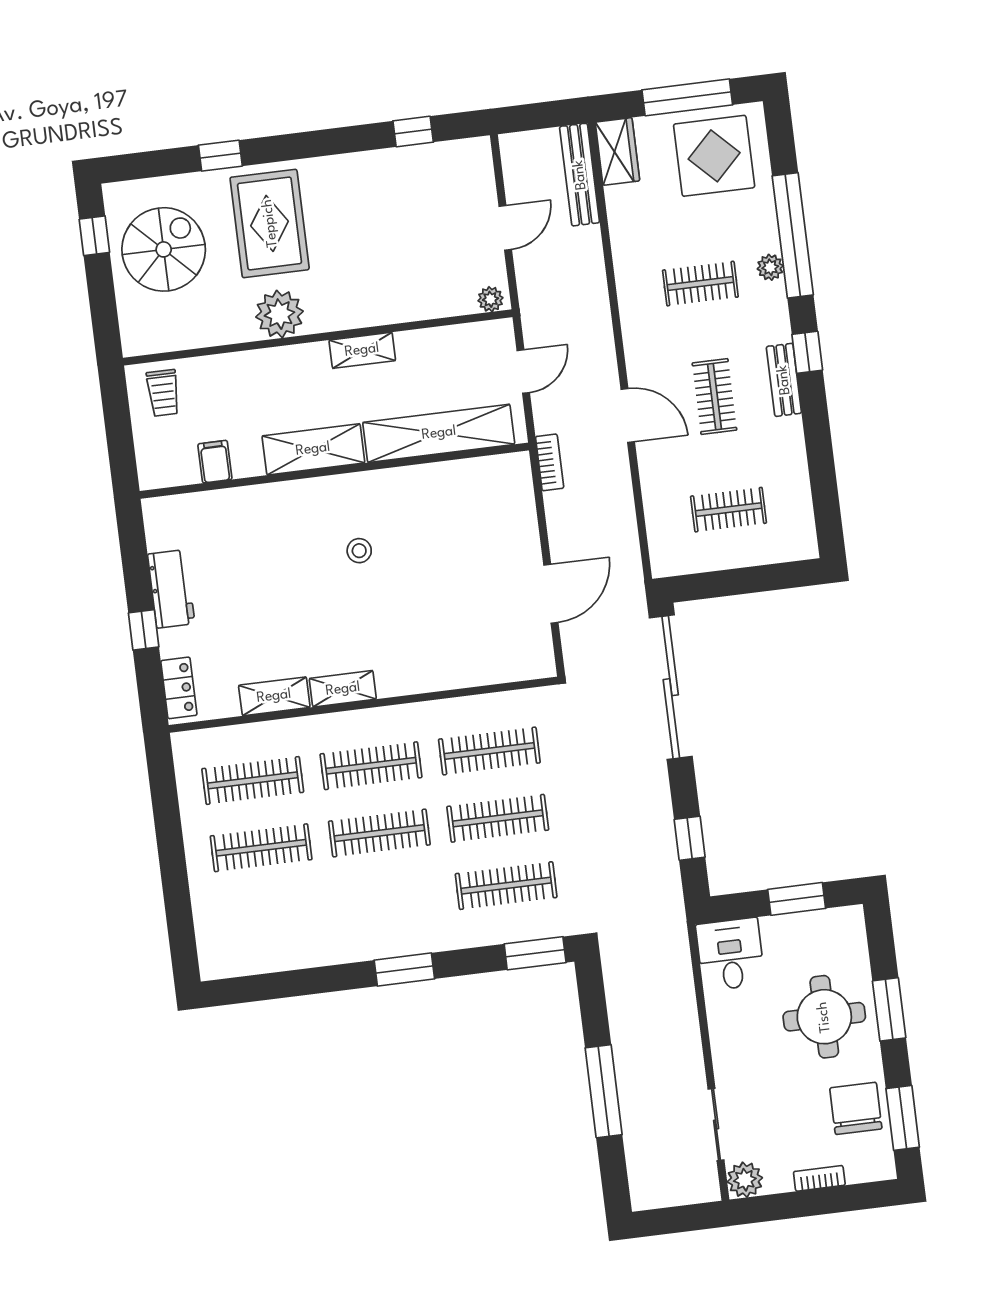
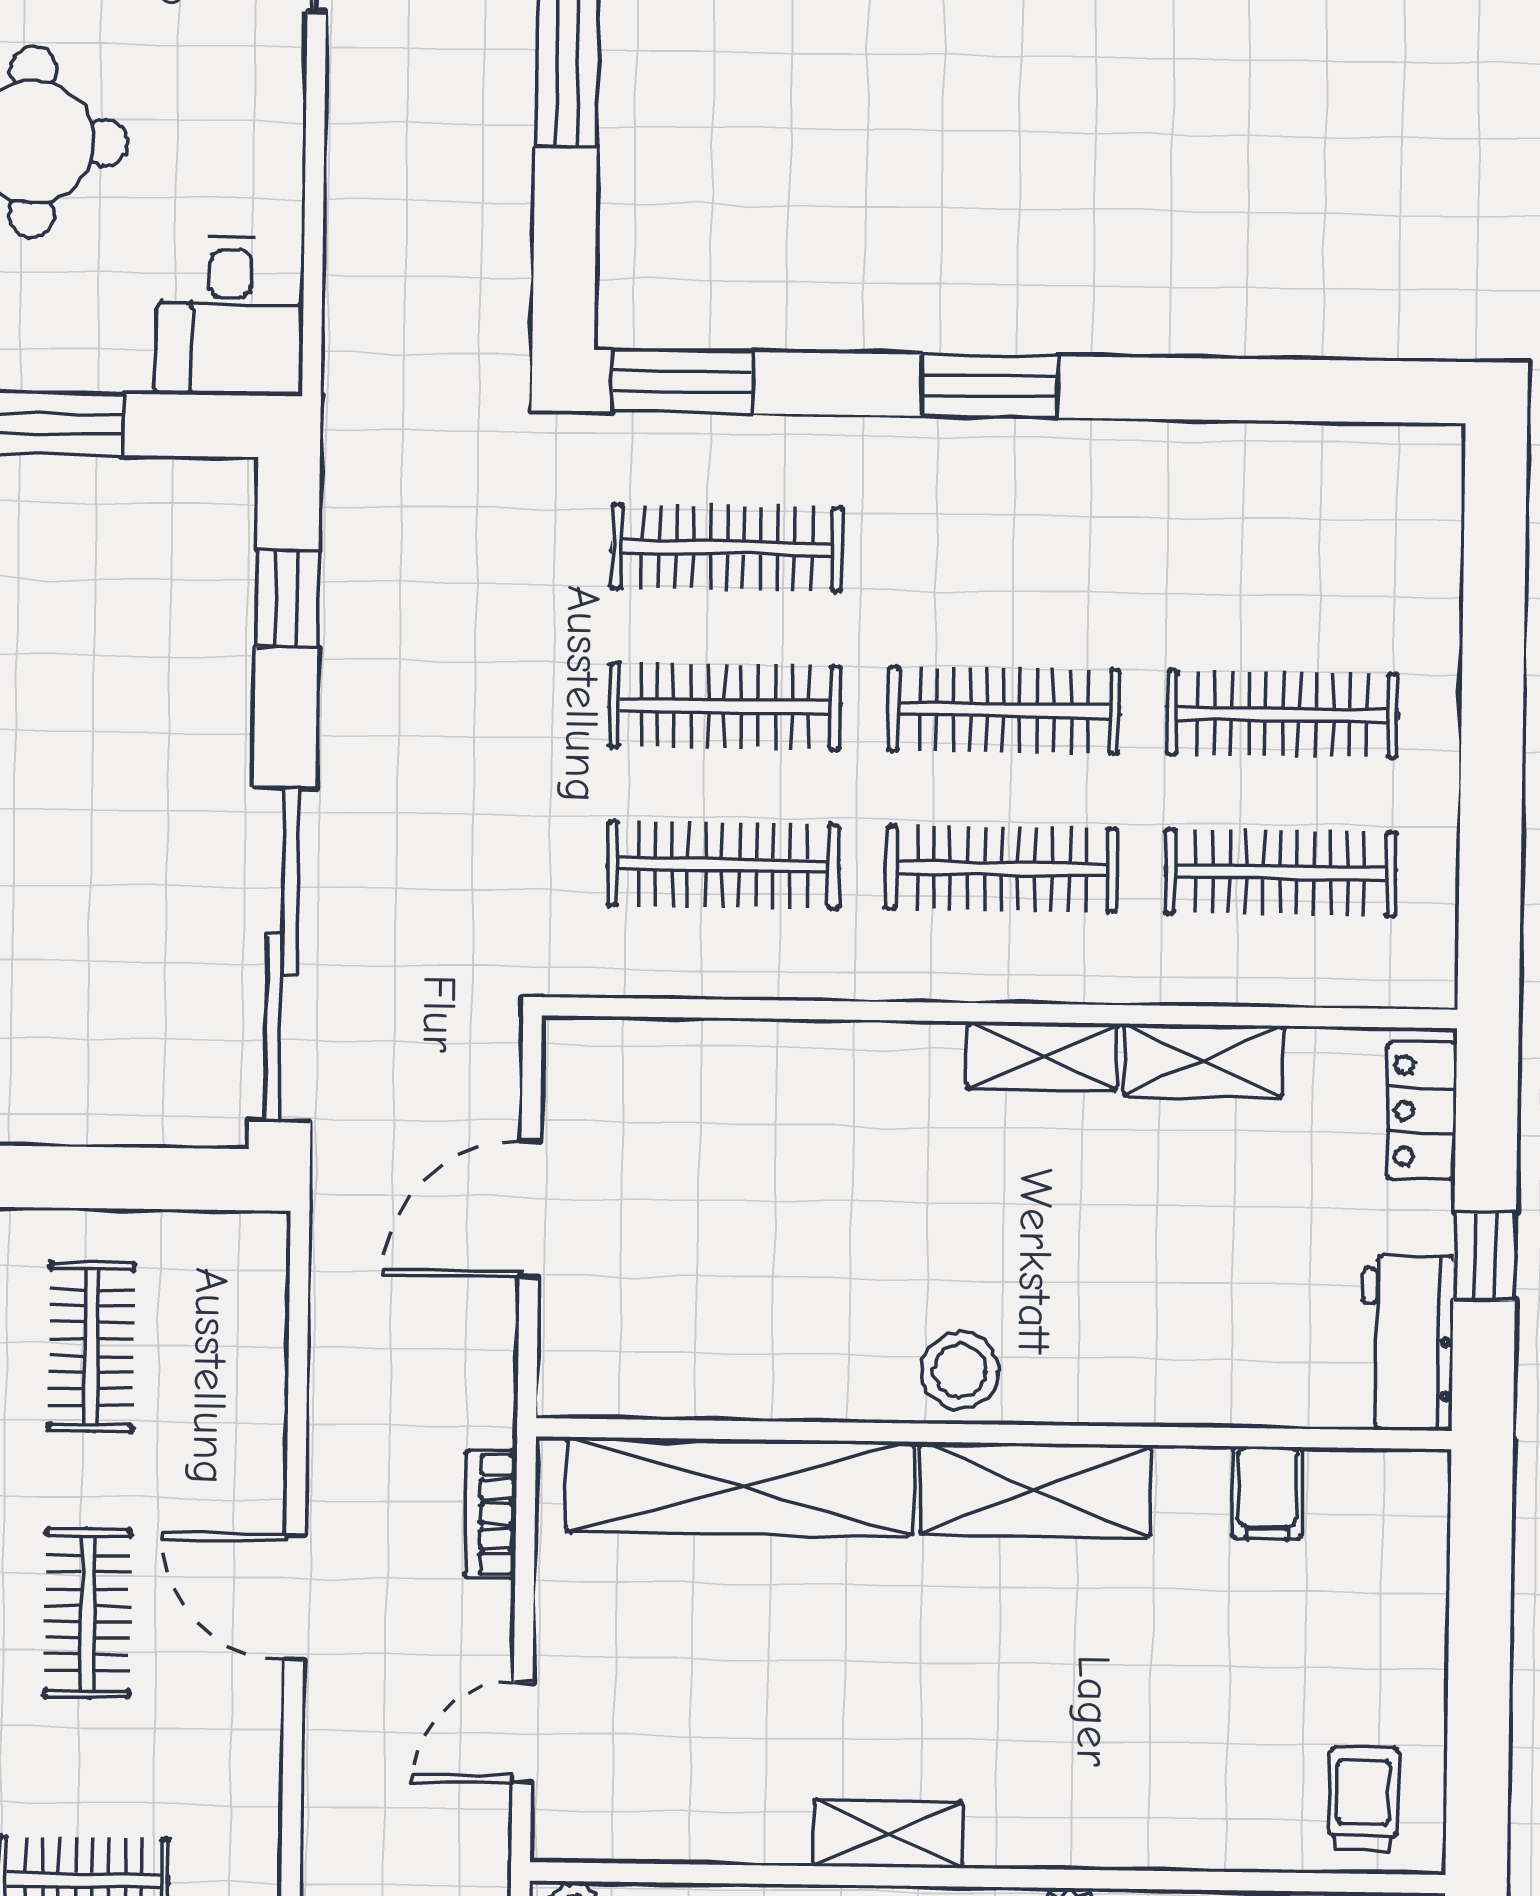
shelving: (439, 433) -> (740, 1487), moved
shelving: (313, 449) -> (1035, 1490), moved
filing cabinet: (215, 462) -> (1267, 1493), moved
wall: (334, 471) -> (994, 1434), moved
clothes rail: (729, 510) -> (91, 1347), turned 90
stool: (359, 551) -> (960, 1371), width x1.37, depth x1.37

